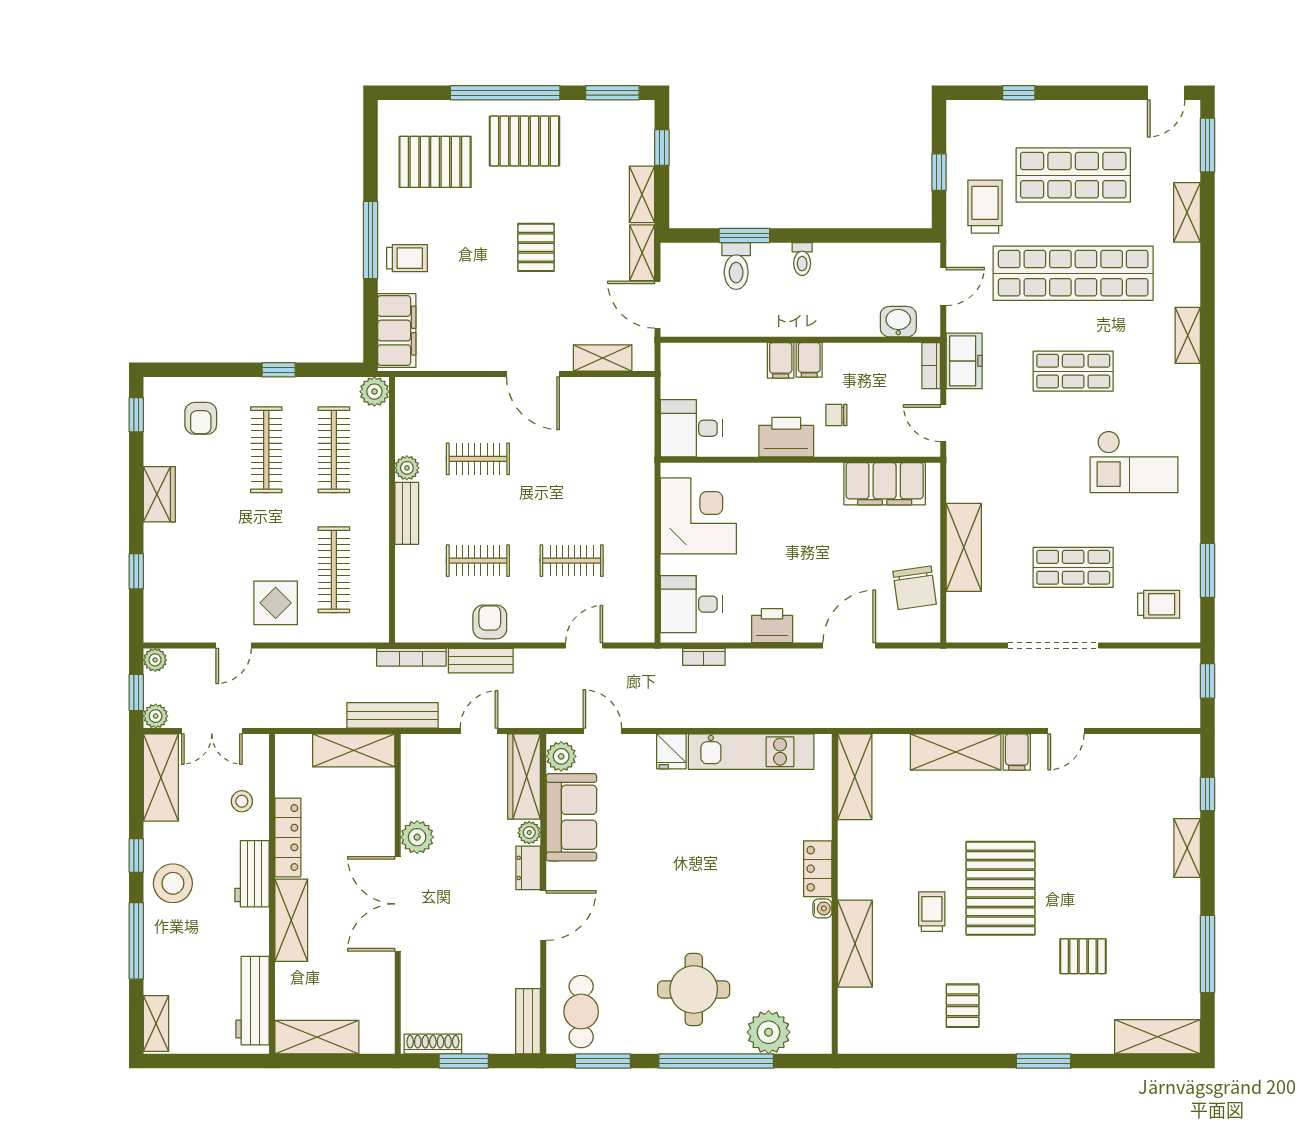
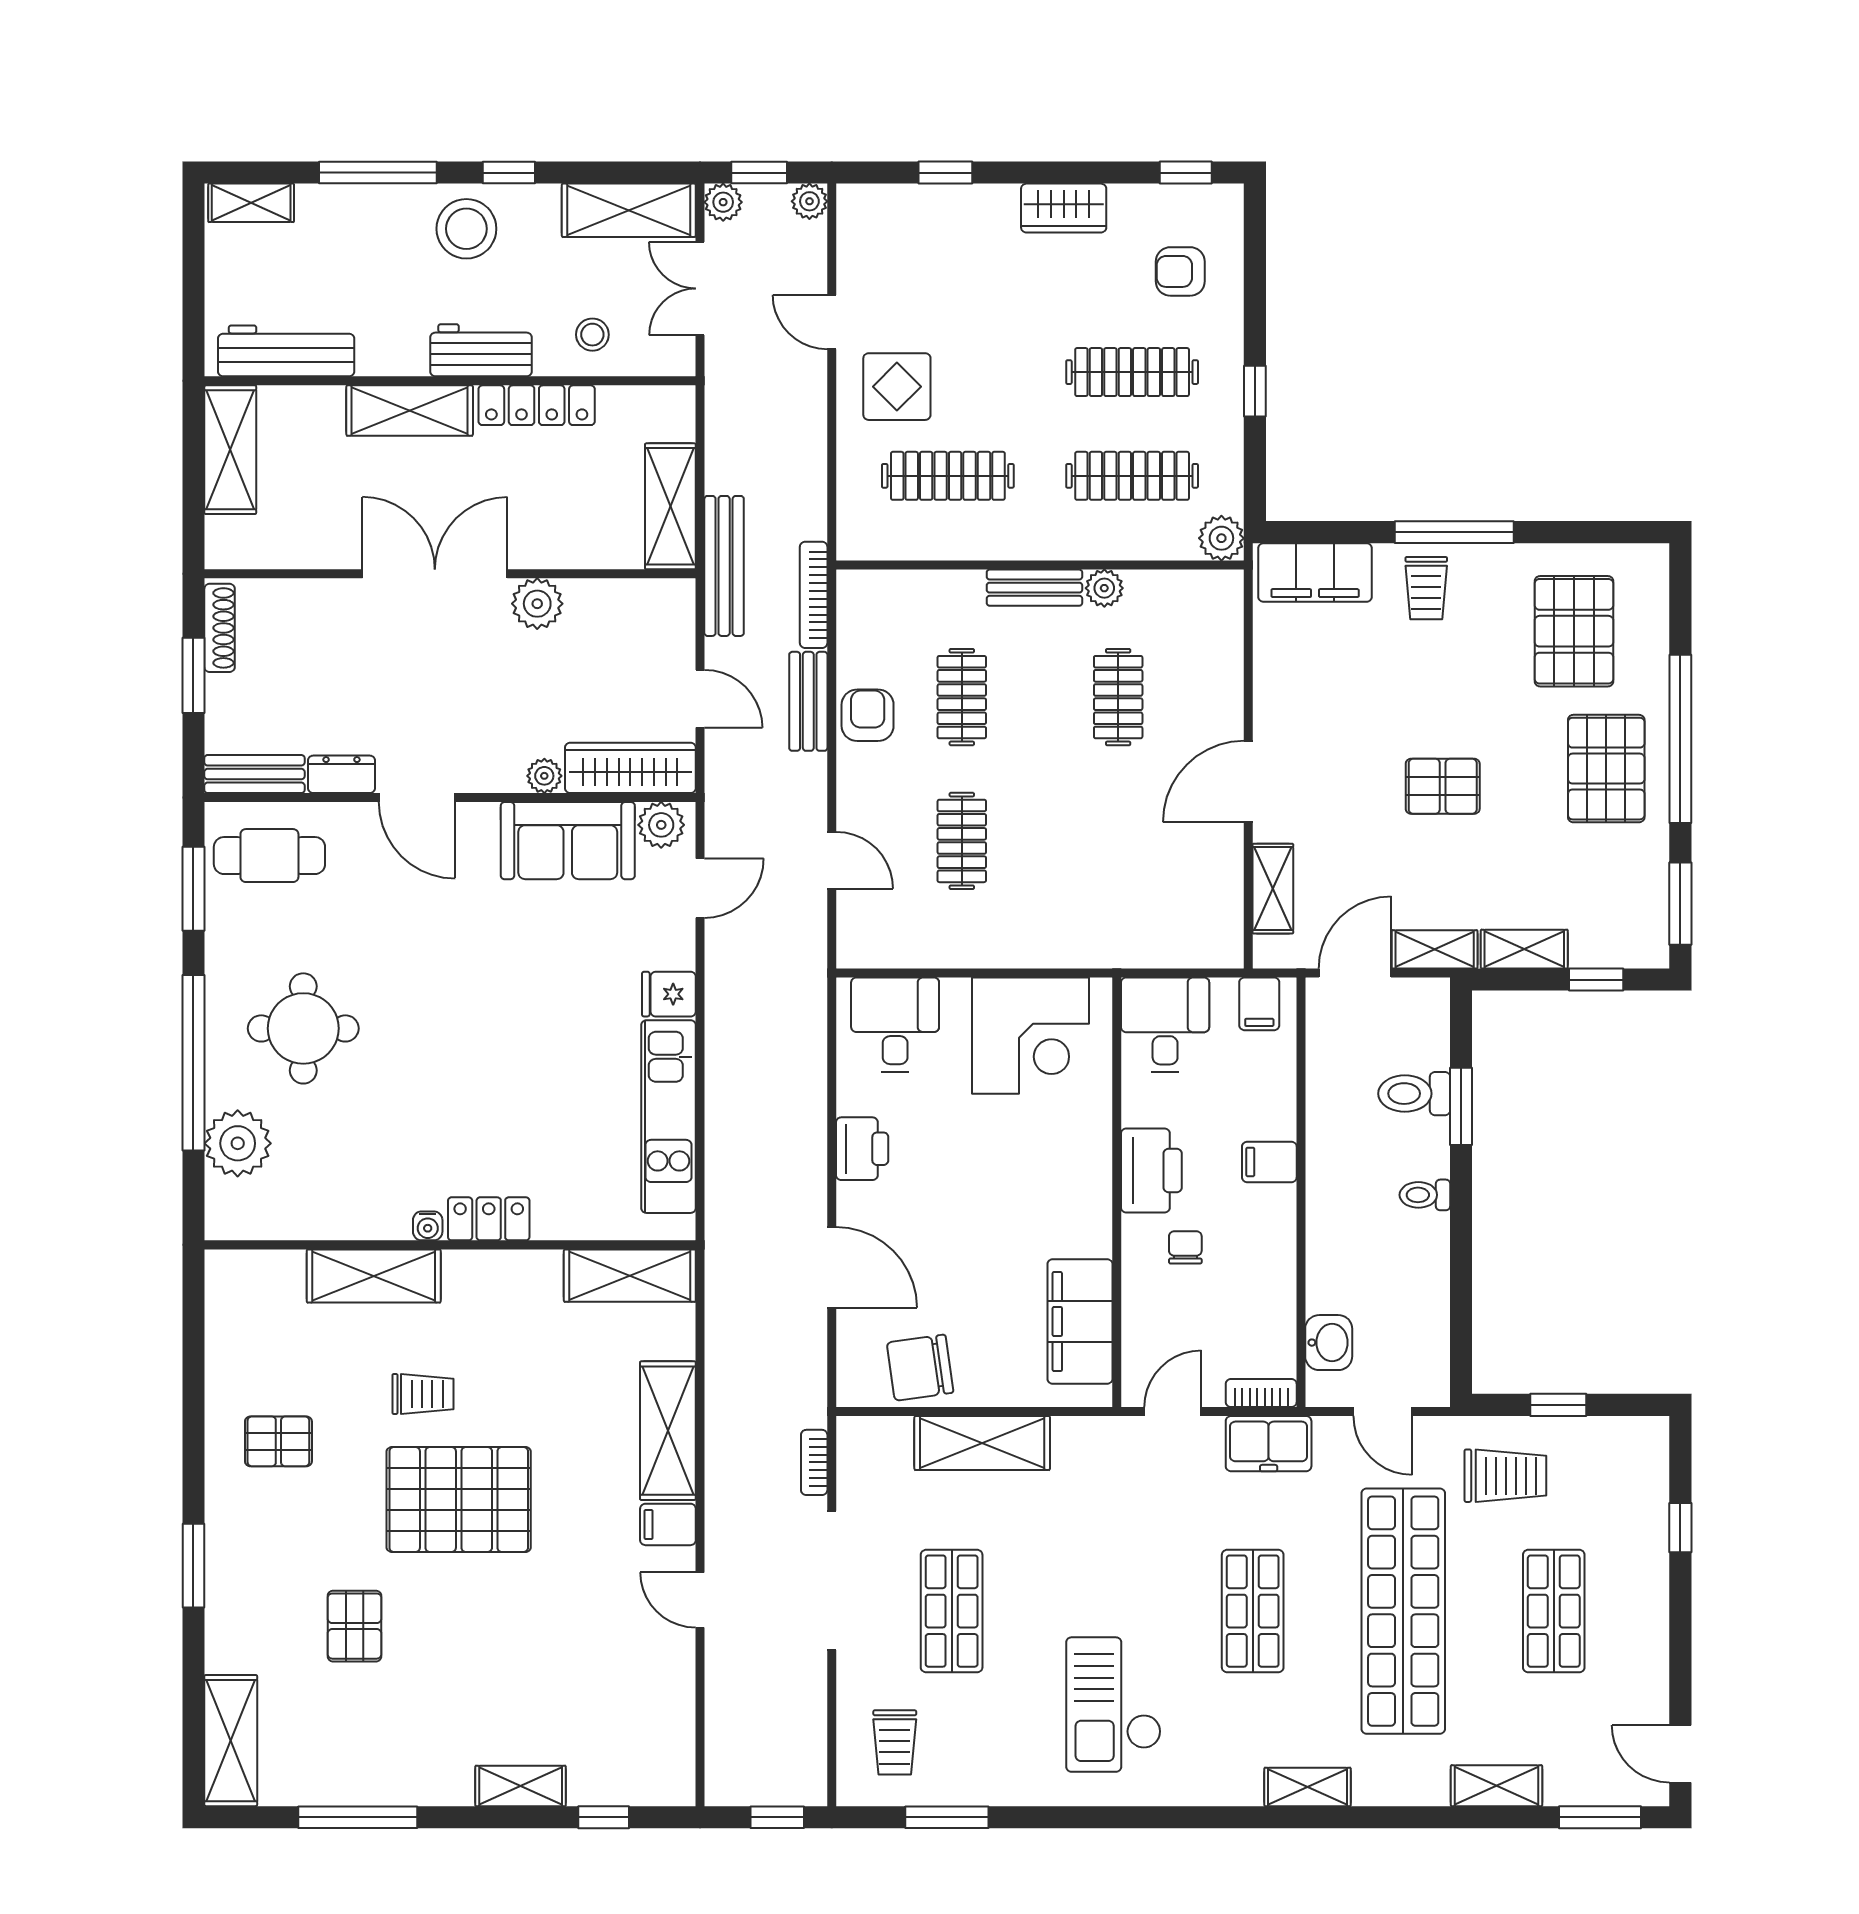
shop shelf: (1073, 175) -> (1554, 1611), width x0.70, depth x0.74
filing cabinet: (809, 360) -> (1259, 1004), moved, turned -90
armchair: (490, 622) -> (868, 715), turned -90
bookcase: (704, 657) -> (814, 1462), moved
dresser: (528, 868) -> (341, 774), moved

